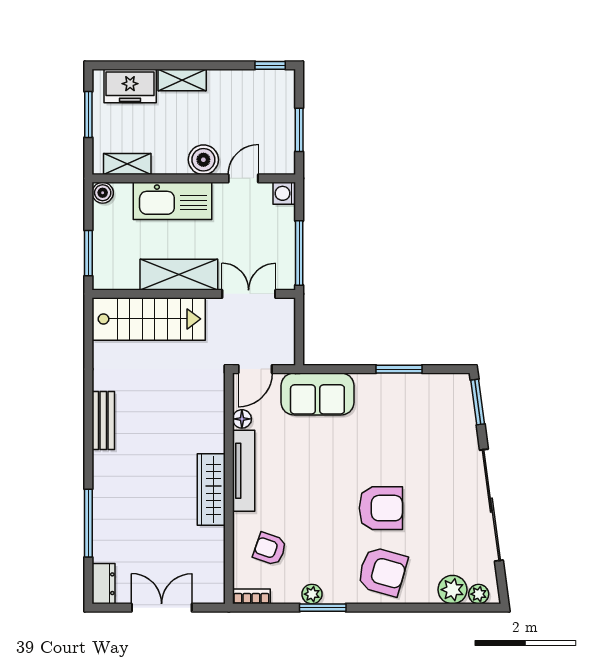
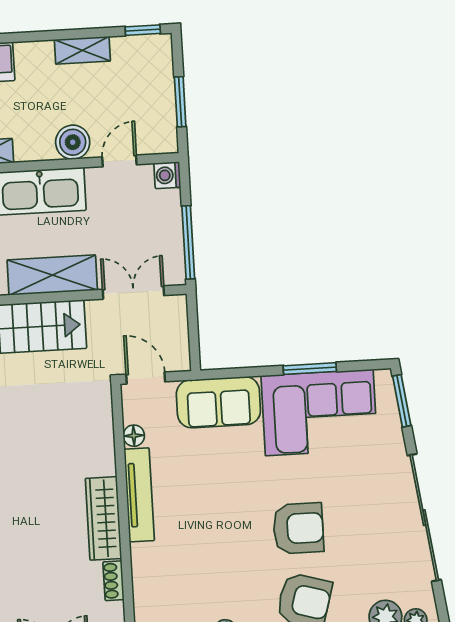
shelving: (182, 80) -> (82, 50), moved
door: (255, 369) -> (146, 378), swing flipped
corner sofa: (405, 408) -> (319, 412), added
shoe rack: (217, 544) -> (113, 581), added
armchair: (270, 549) -> (174, 582), removed

